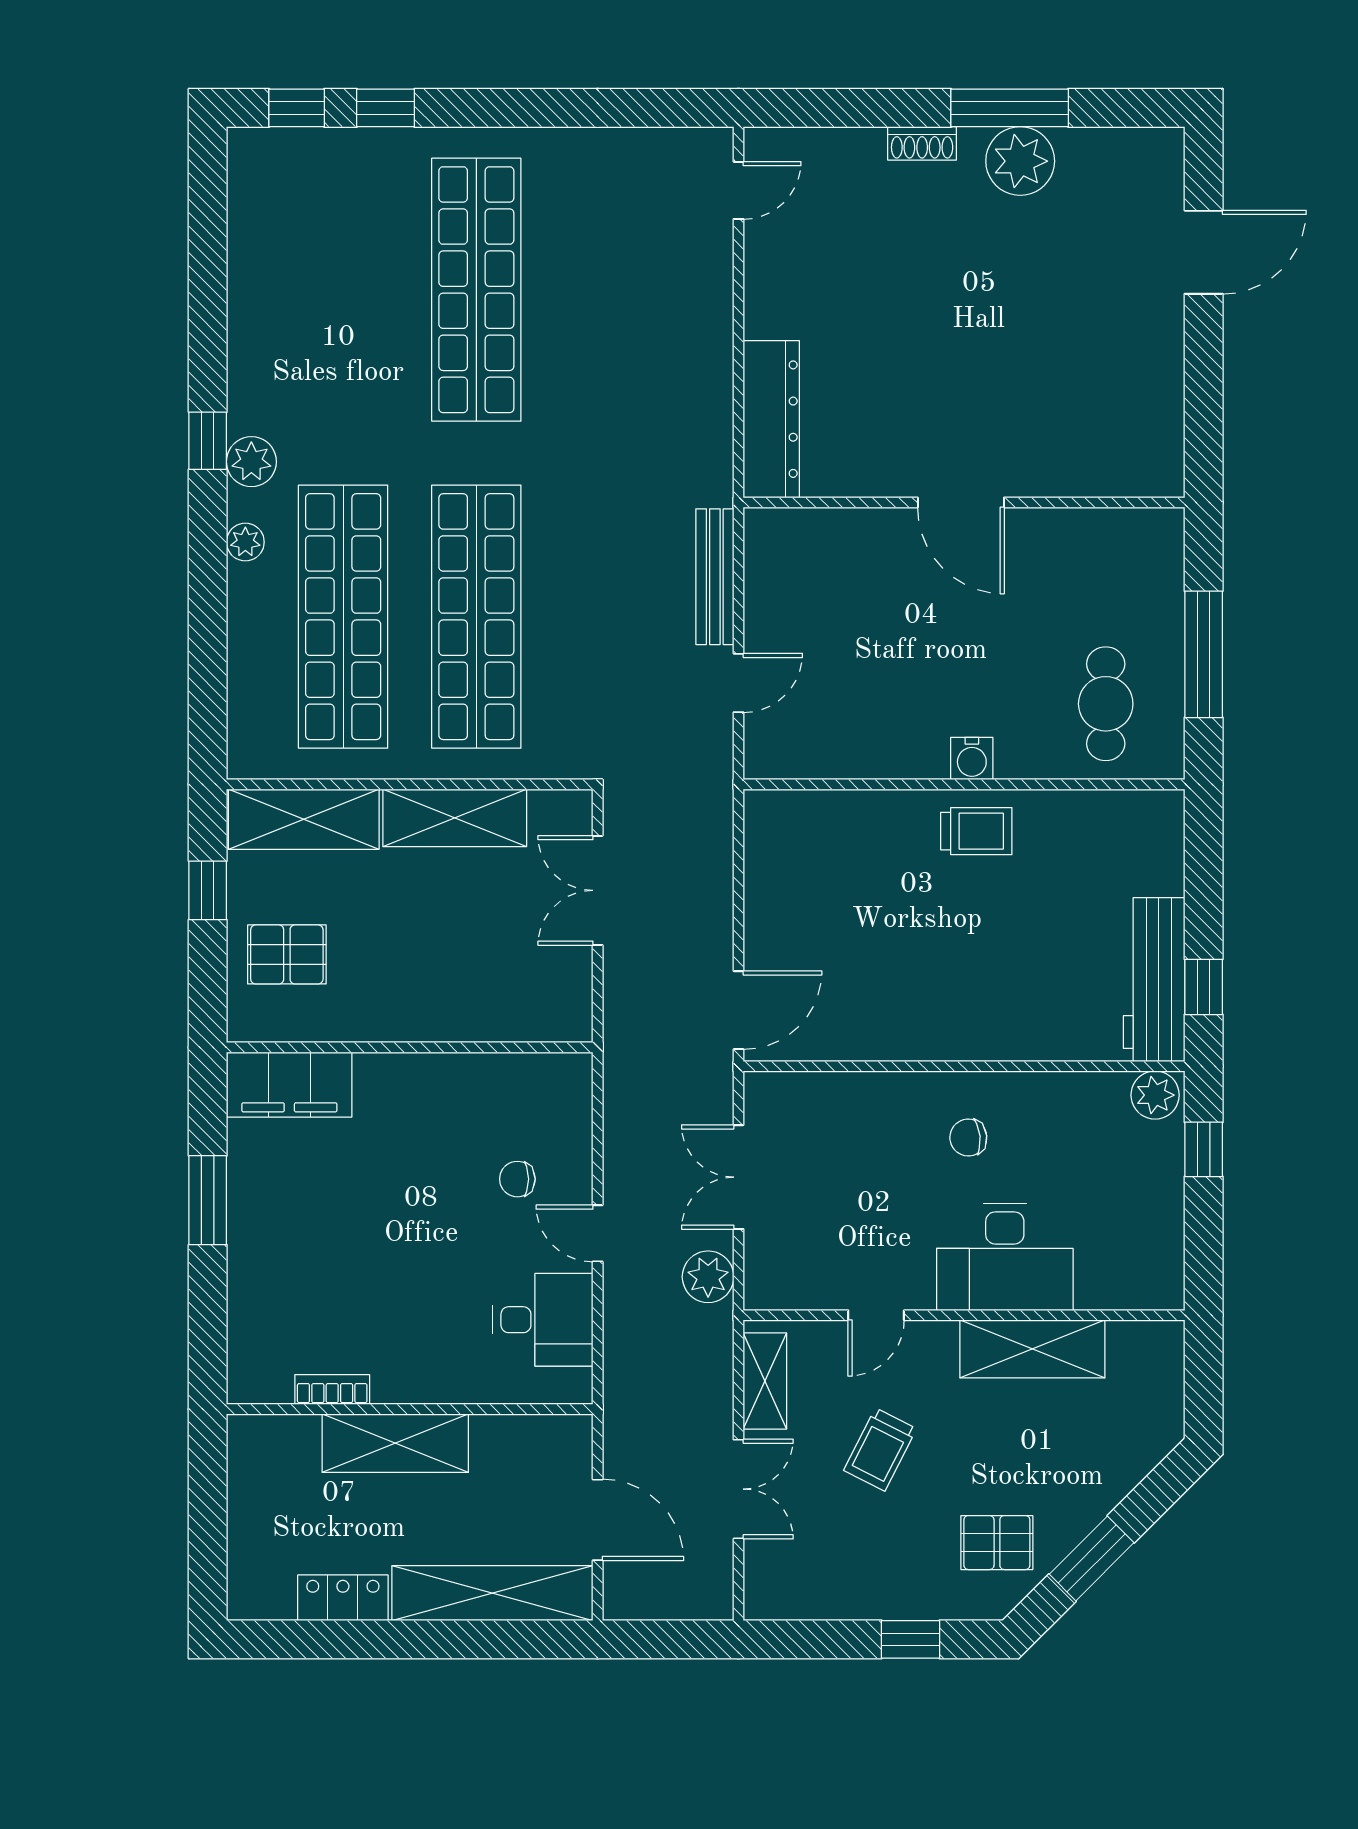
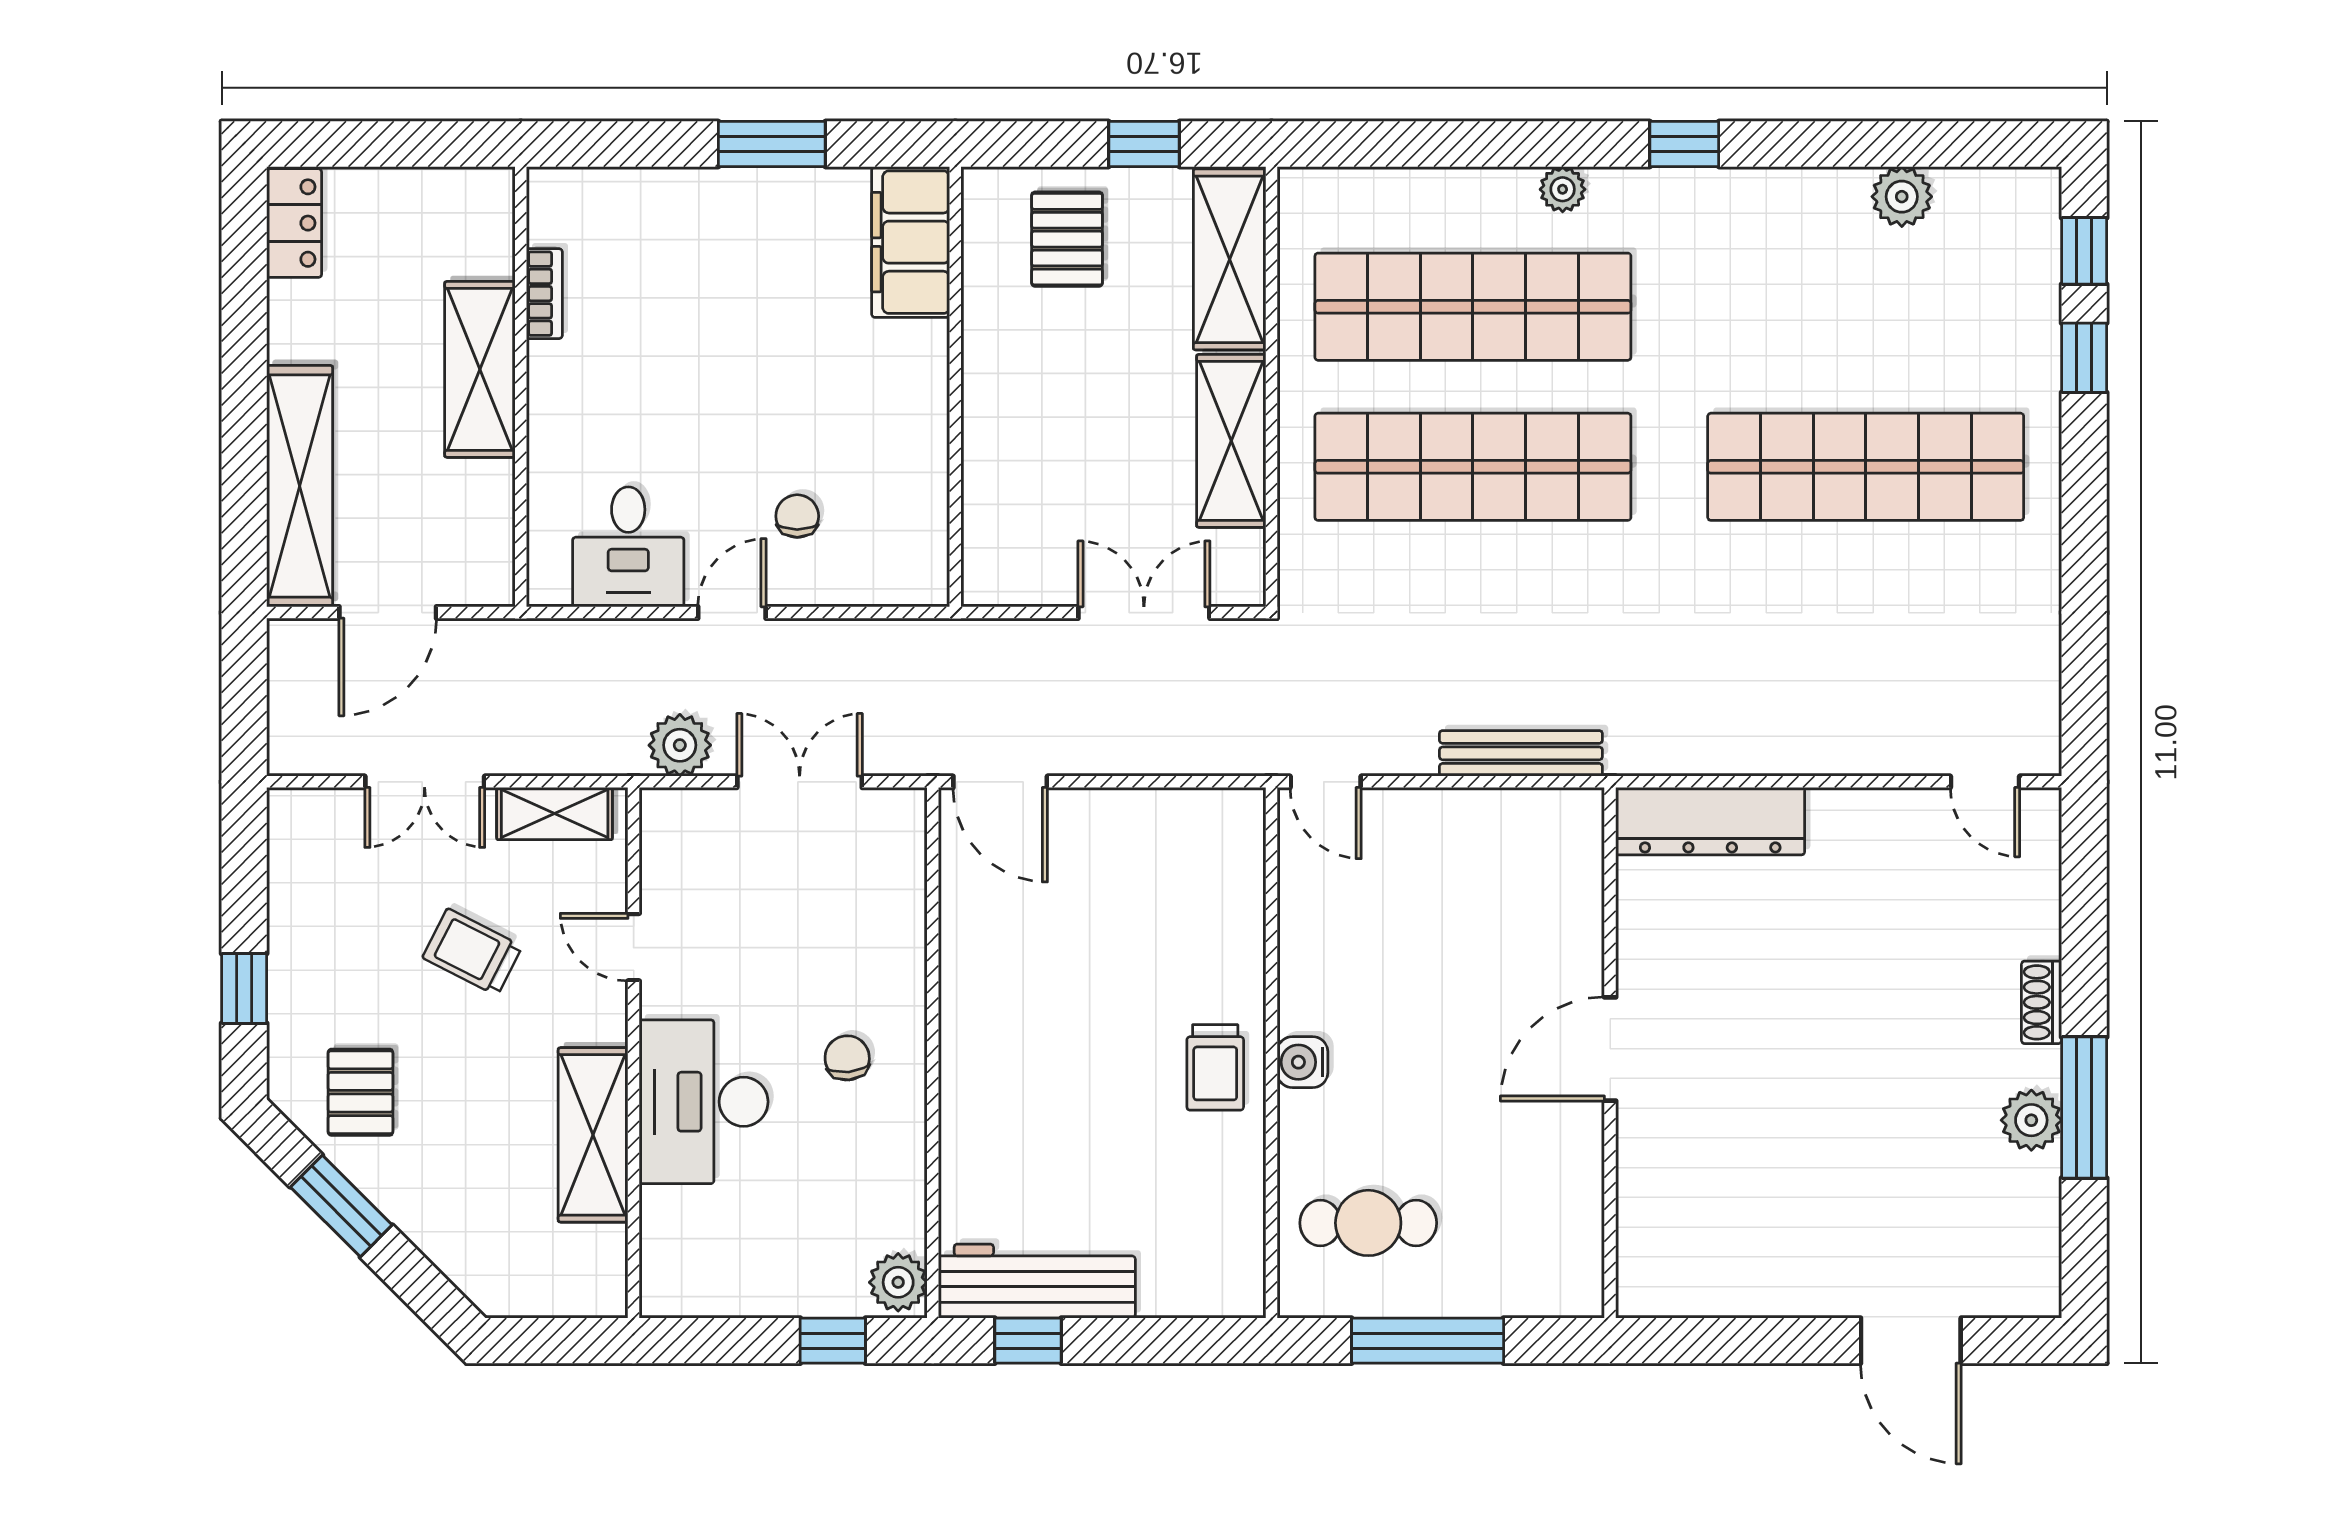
plant: (1020, 161) -> (2031, 1120), width x0.73, depth x0.73
plant: (251, 462) -> (1902, 197), moved
door: (739, 683) -> (1326, 782), moved
locker: (343, 1598) -> (294, 223), moved

